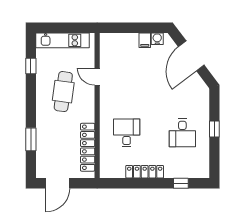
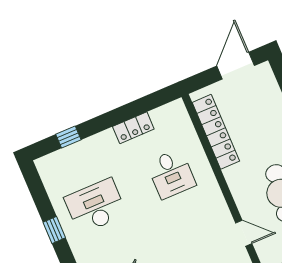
desk: (182, 133) -> (95, 206), width x1.37
locker: (145, 172) -> (133, 128), width x0.66

